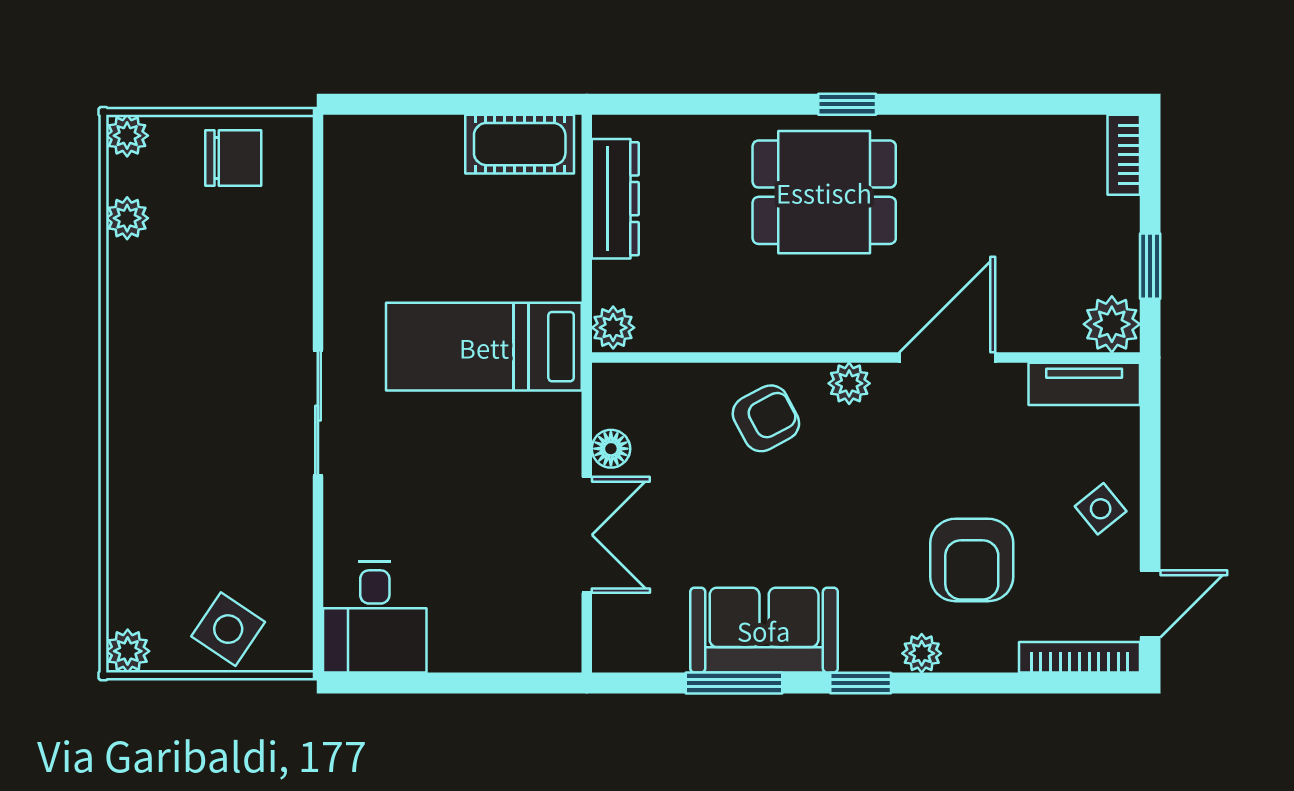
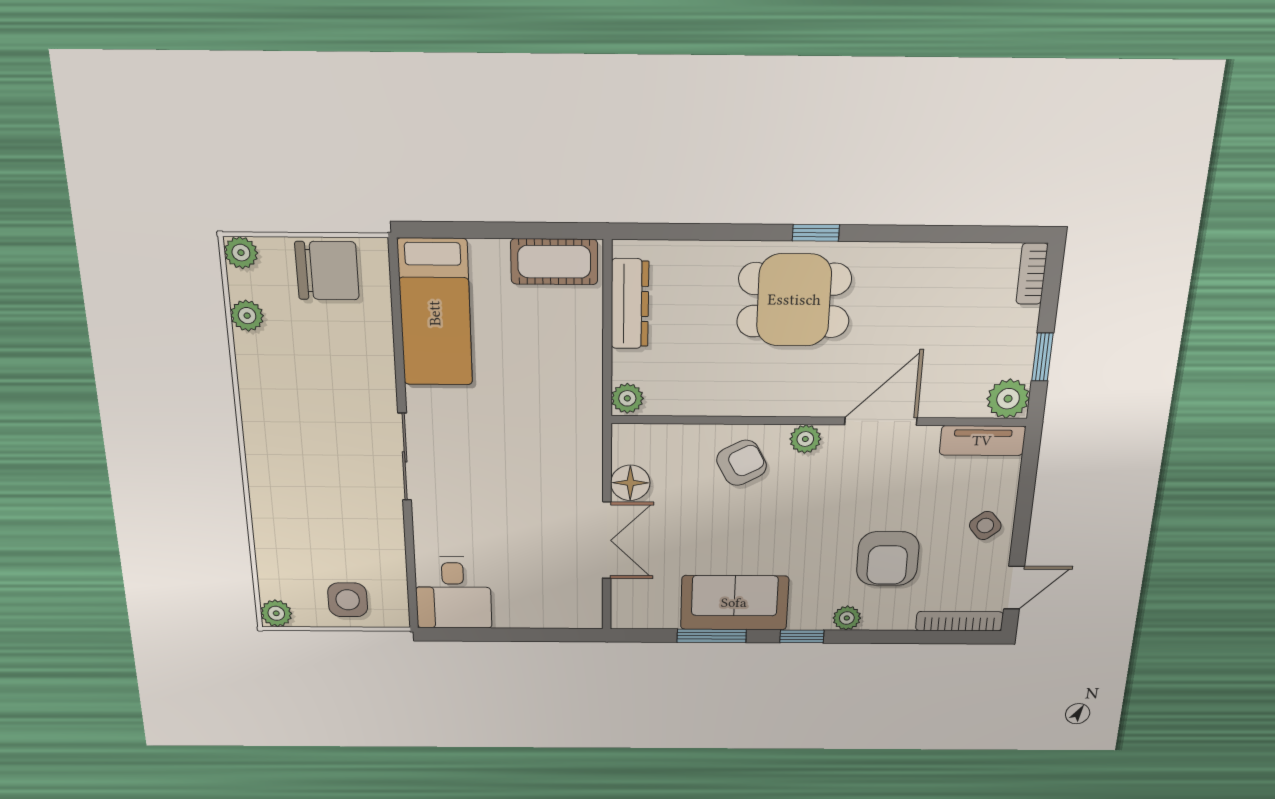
chair: (233, 158) -> (327, 271), width x1.37, depth x1.37
bed: (484, 347) -> (435, 313), moved, turned -90
floor lamp: (611, 449) -> (630, 483), width x1.37, depth x1.37
side table: (228, 629) -> (348, 600), turned -34

